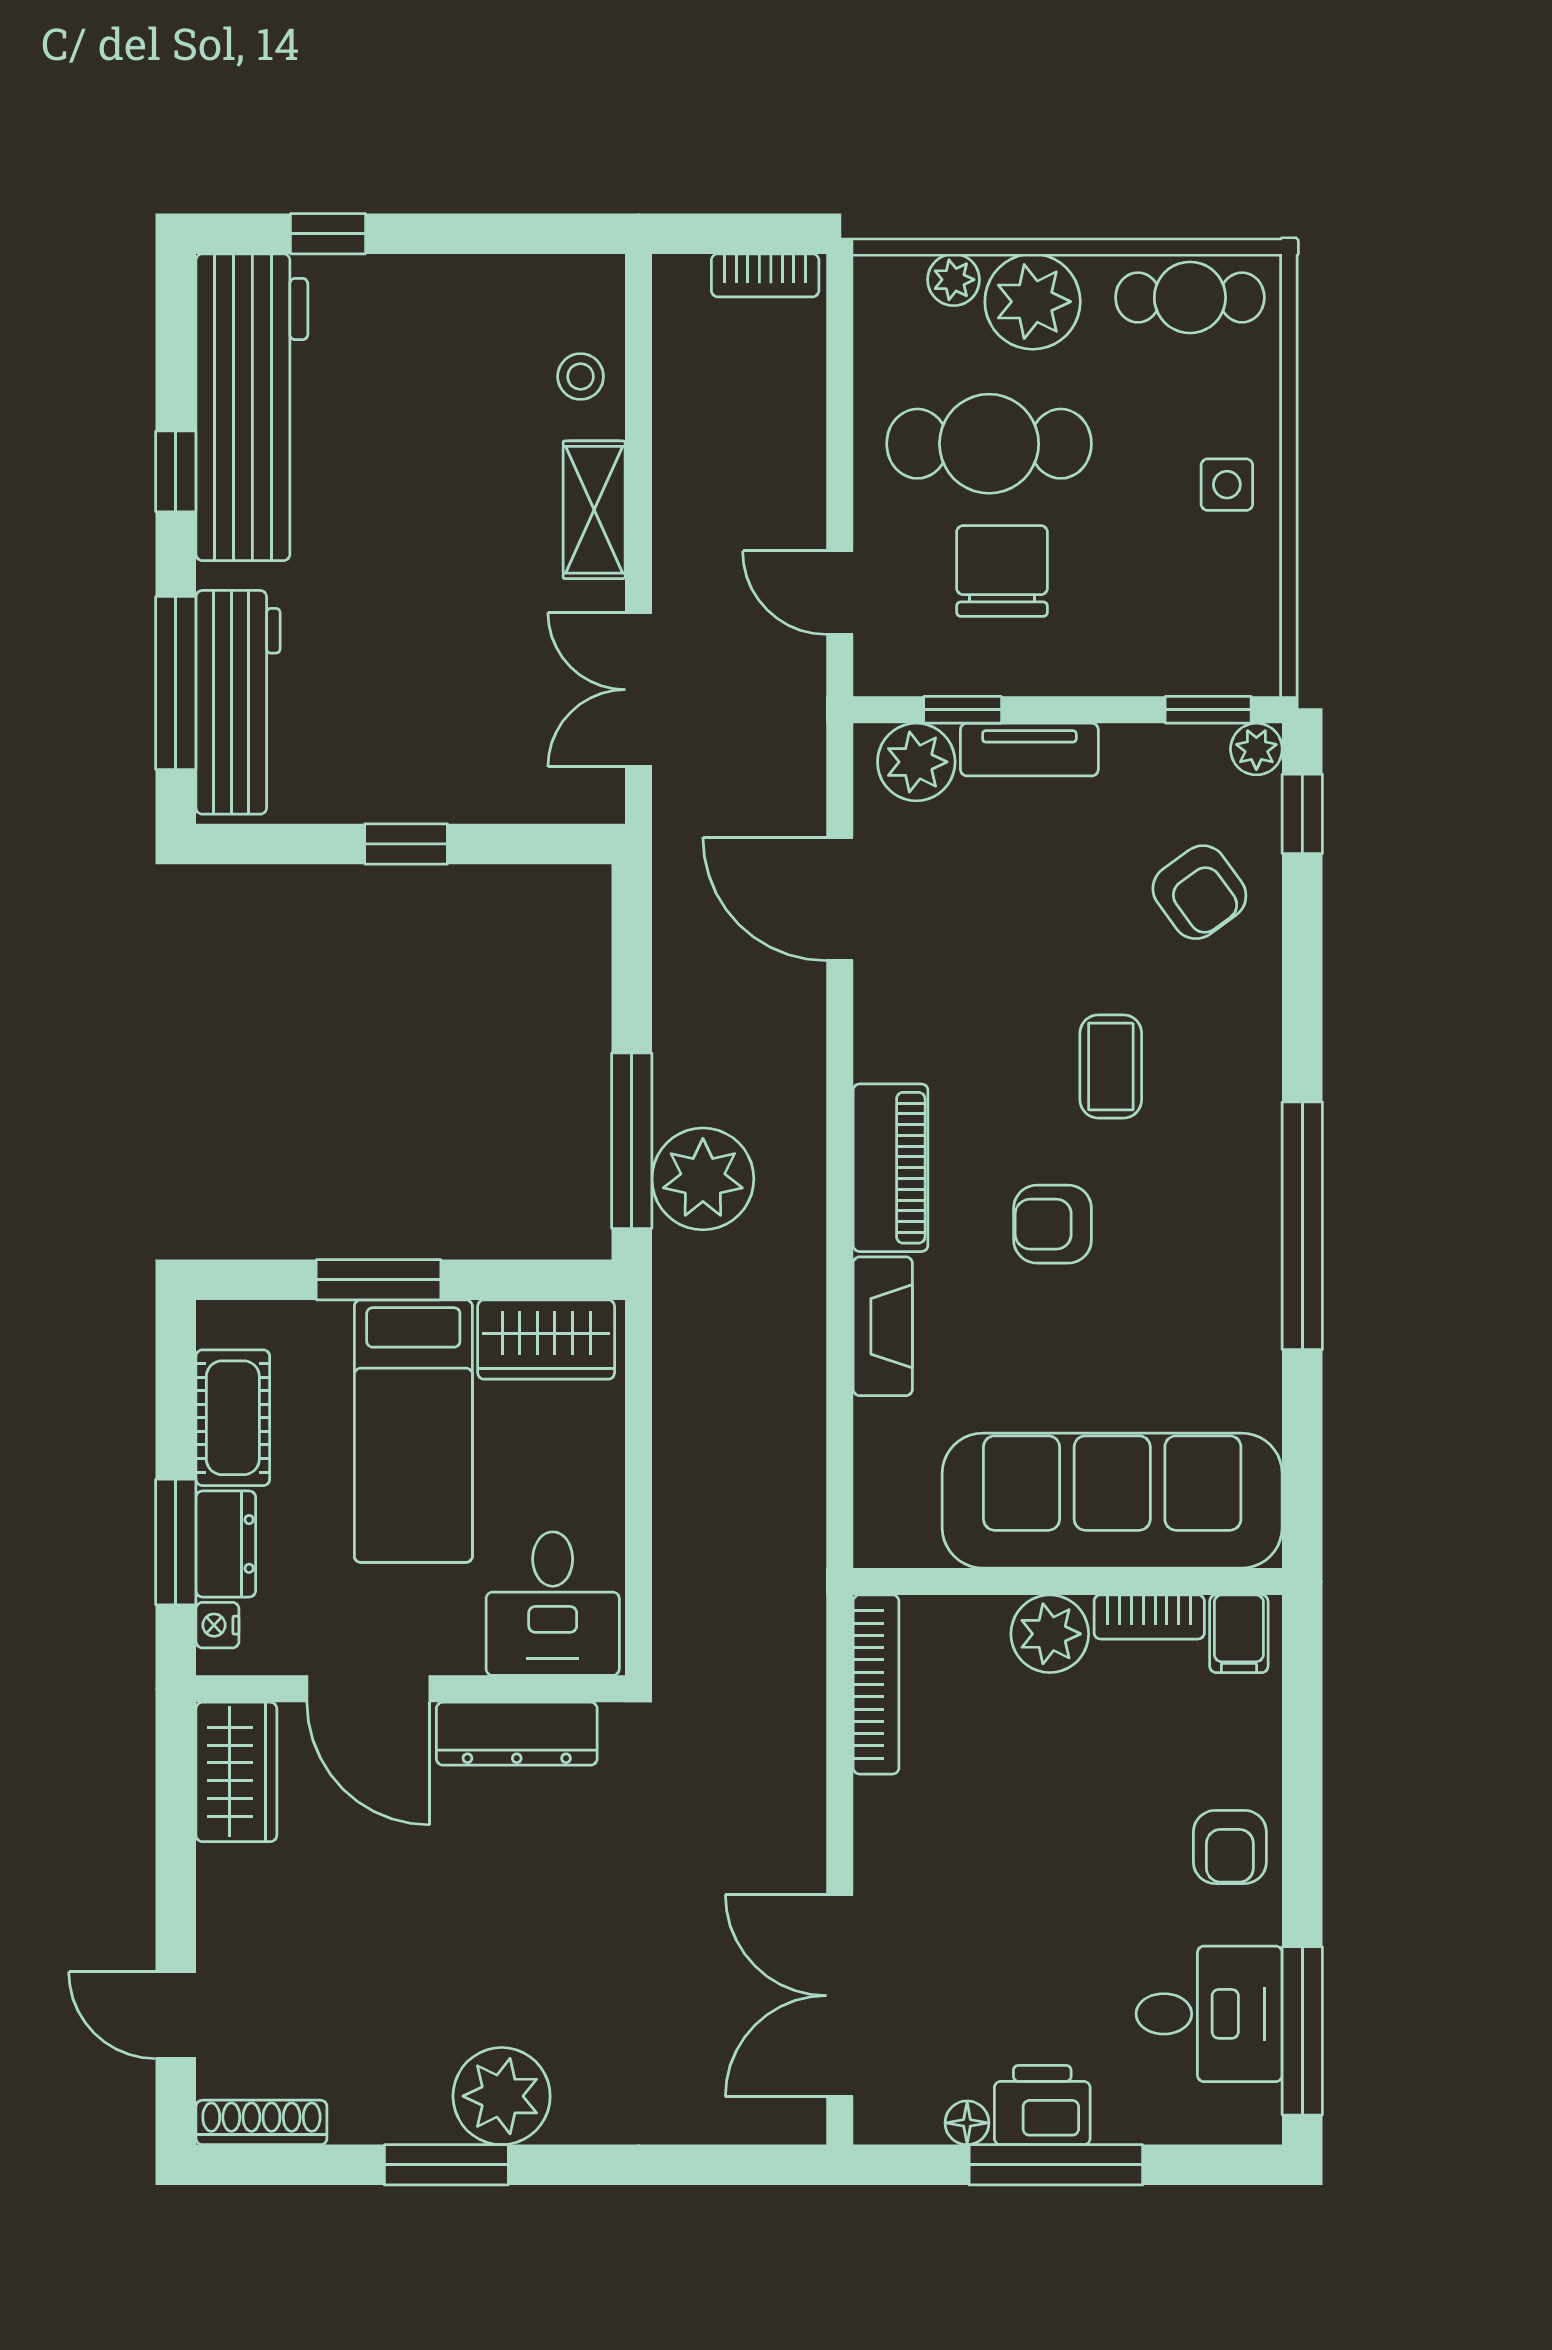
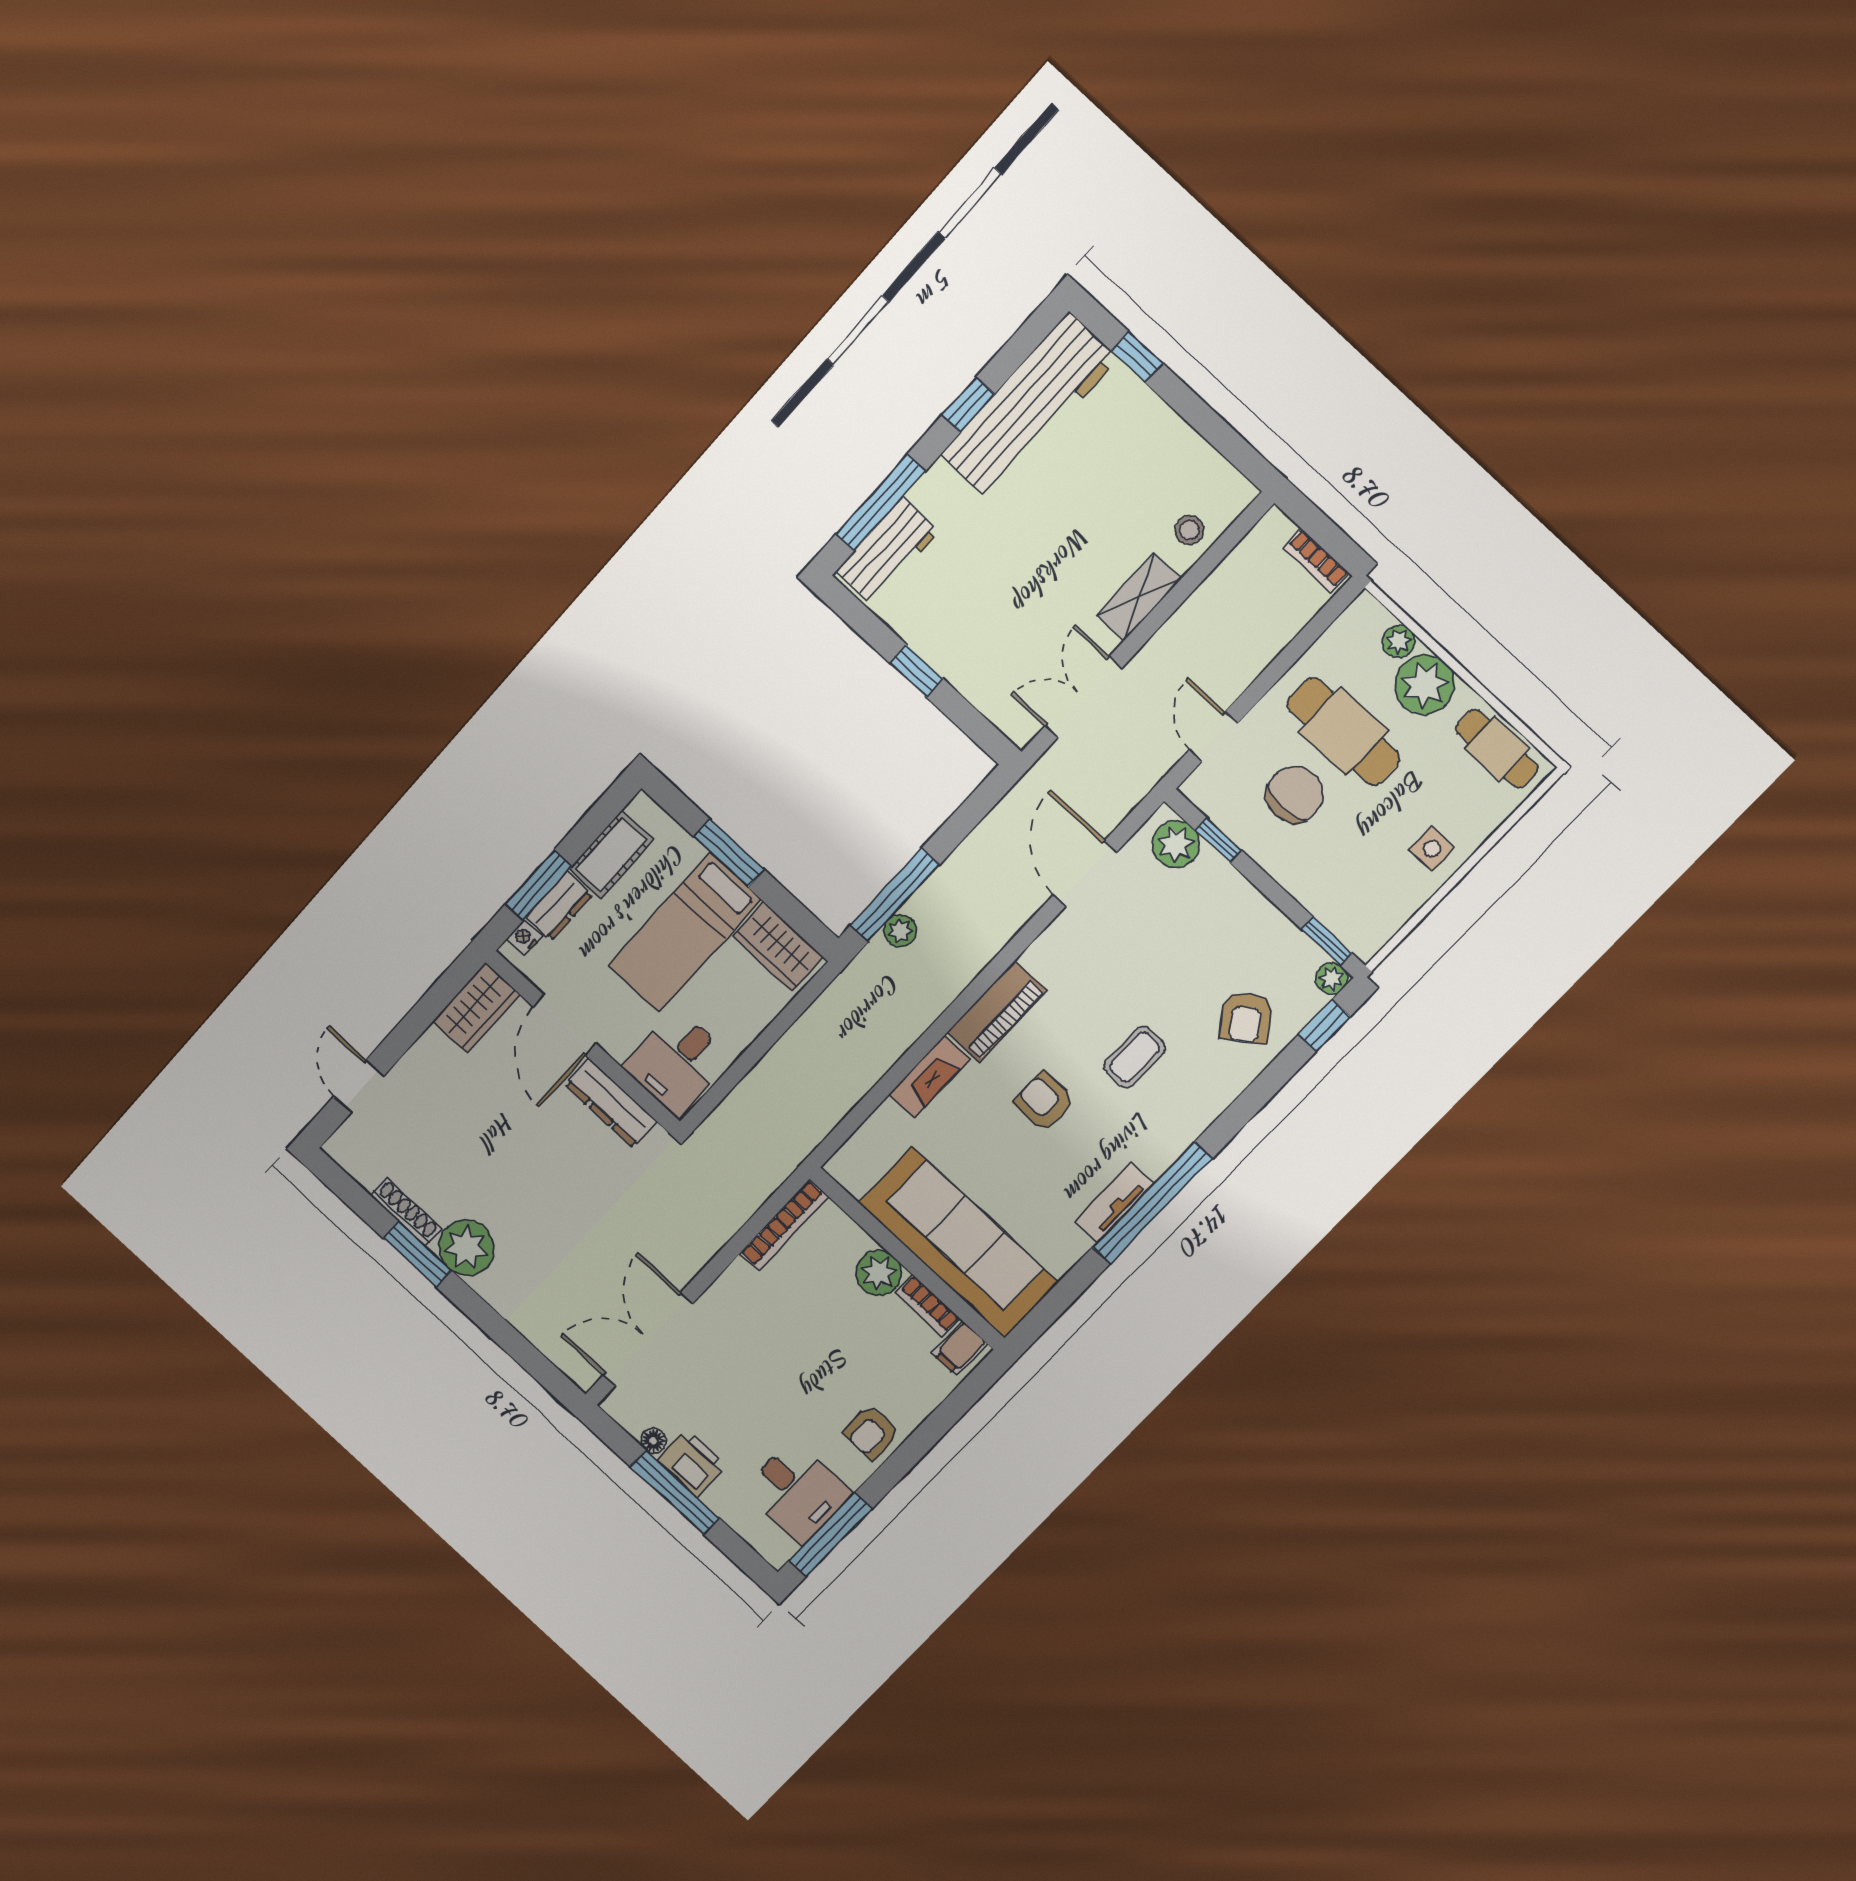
workbench: (238, 702) -> (888, 551), width x0.73
tv unit: (1029, 750) -> (1114, 1203), moved, turned 90
plant: (703, 1179) -> (900, 931), width x0.53, depth x0.53
shoe rack: (261, 2122) -> (406, 1212), moved

